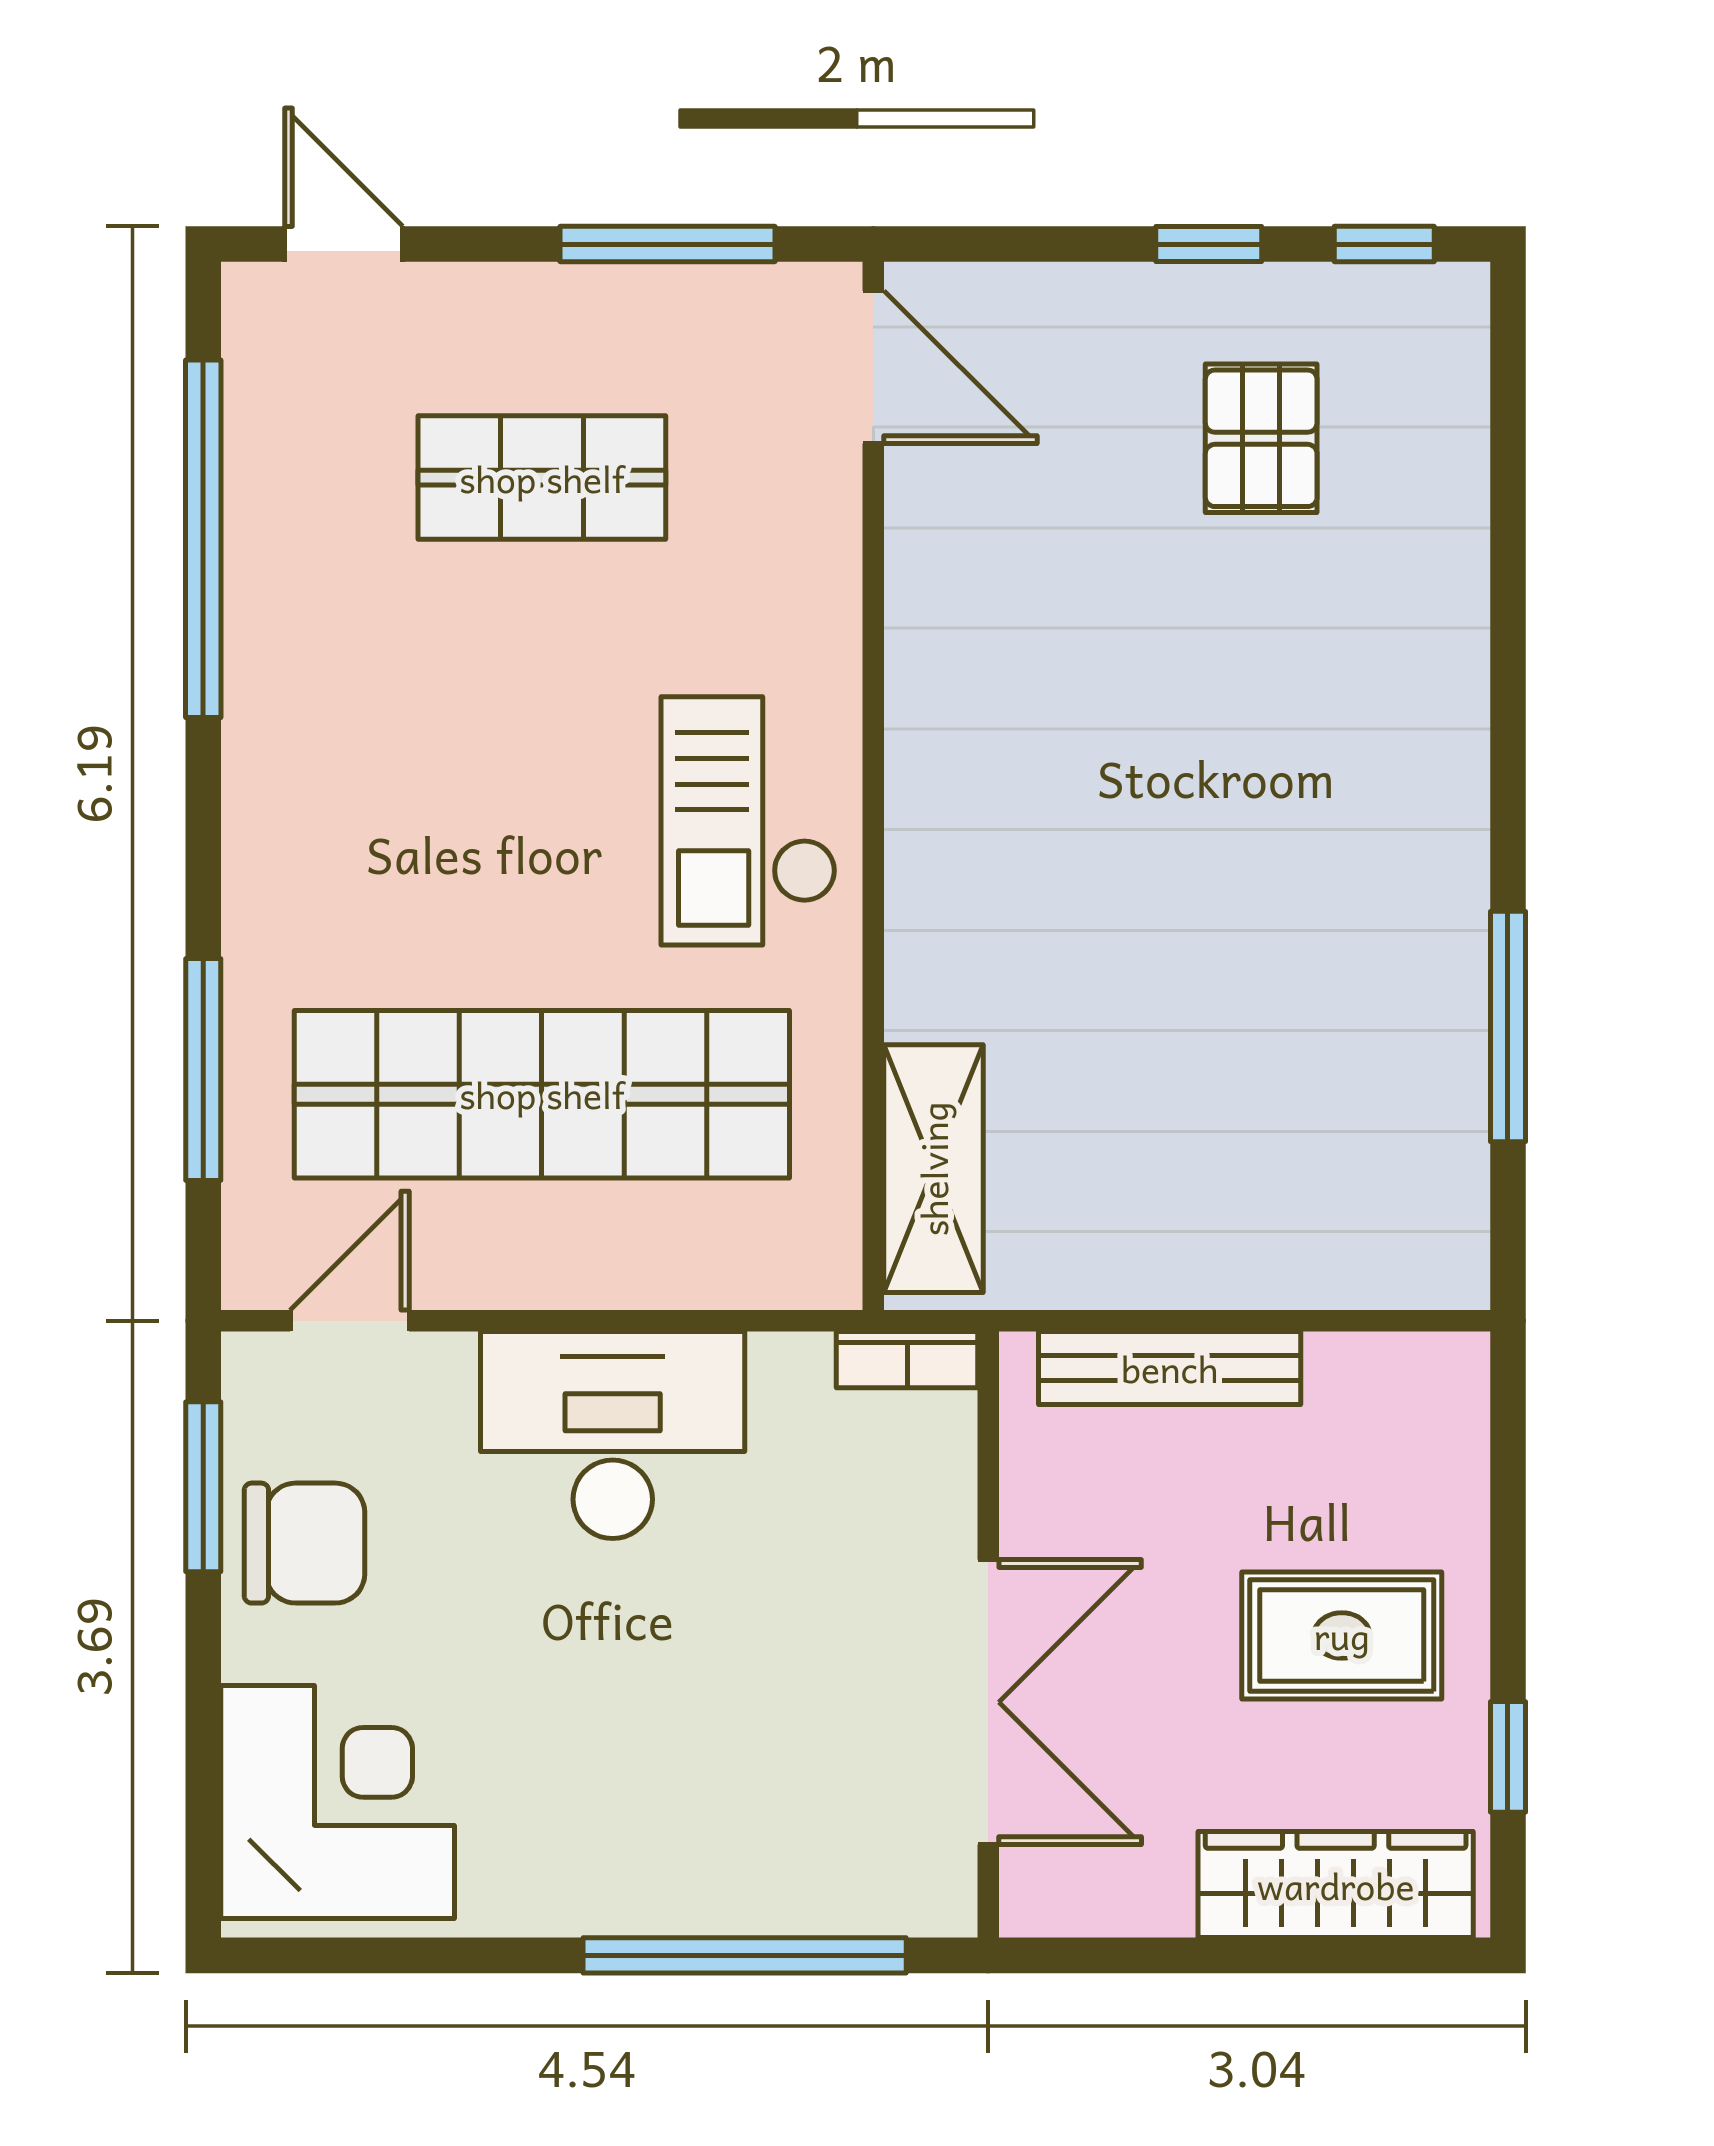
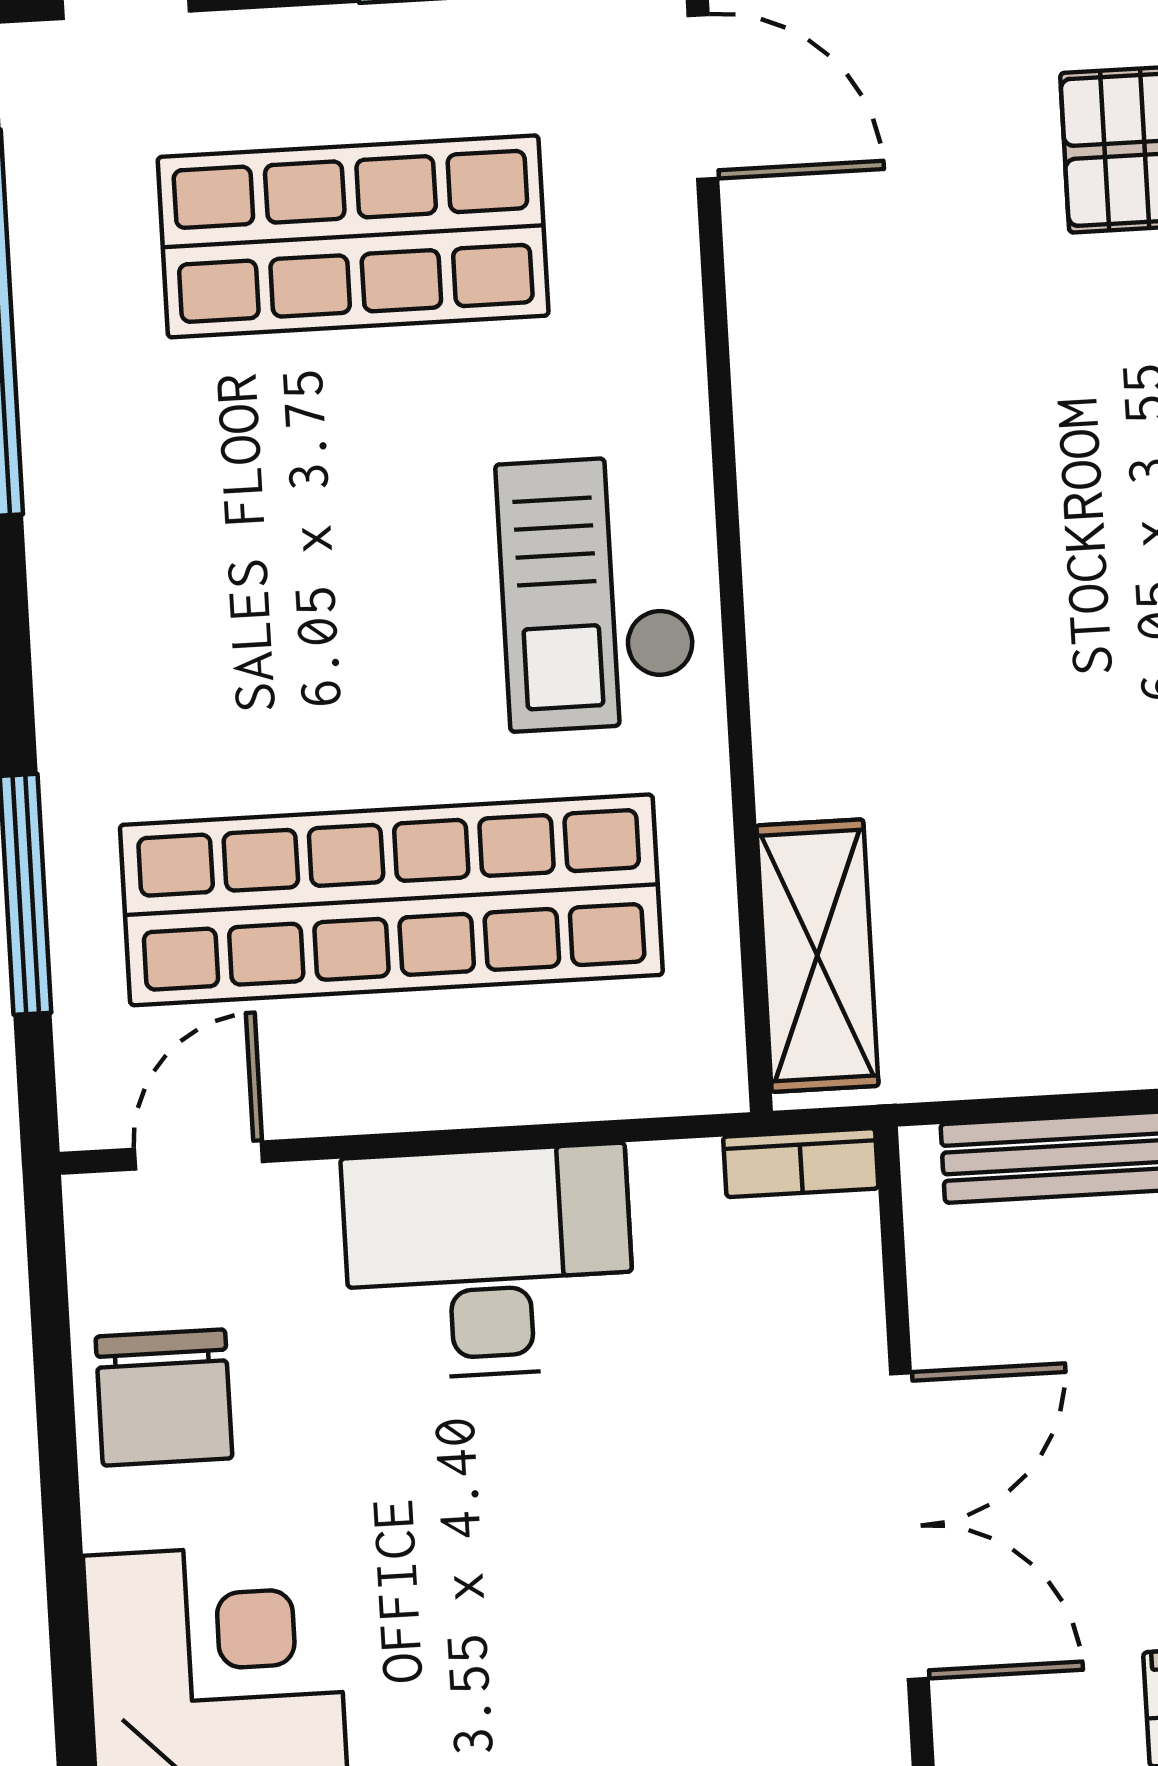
shop shelf: (542, 478) -> (353, 236), width x1.43, depth x1.36
window: (203, 1487) -> (51, 1343), removed
chair: (305, 1543) -> (164, 1397), turned 90

